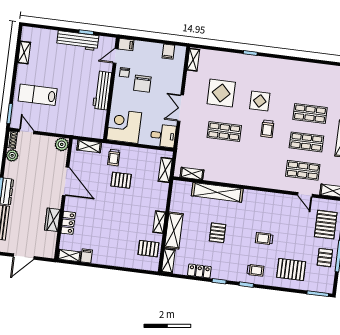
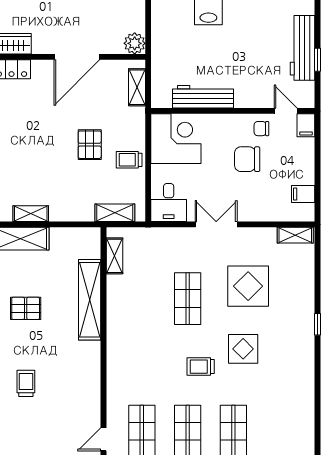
workbench: (102, 90) -> (203, 97), moved
trolley: (114, 157) -> (129, 160), moved

